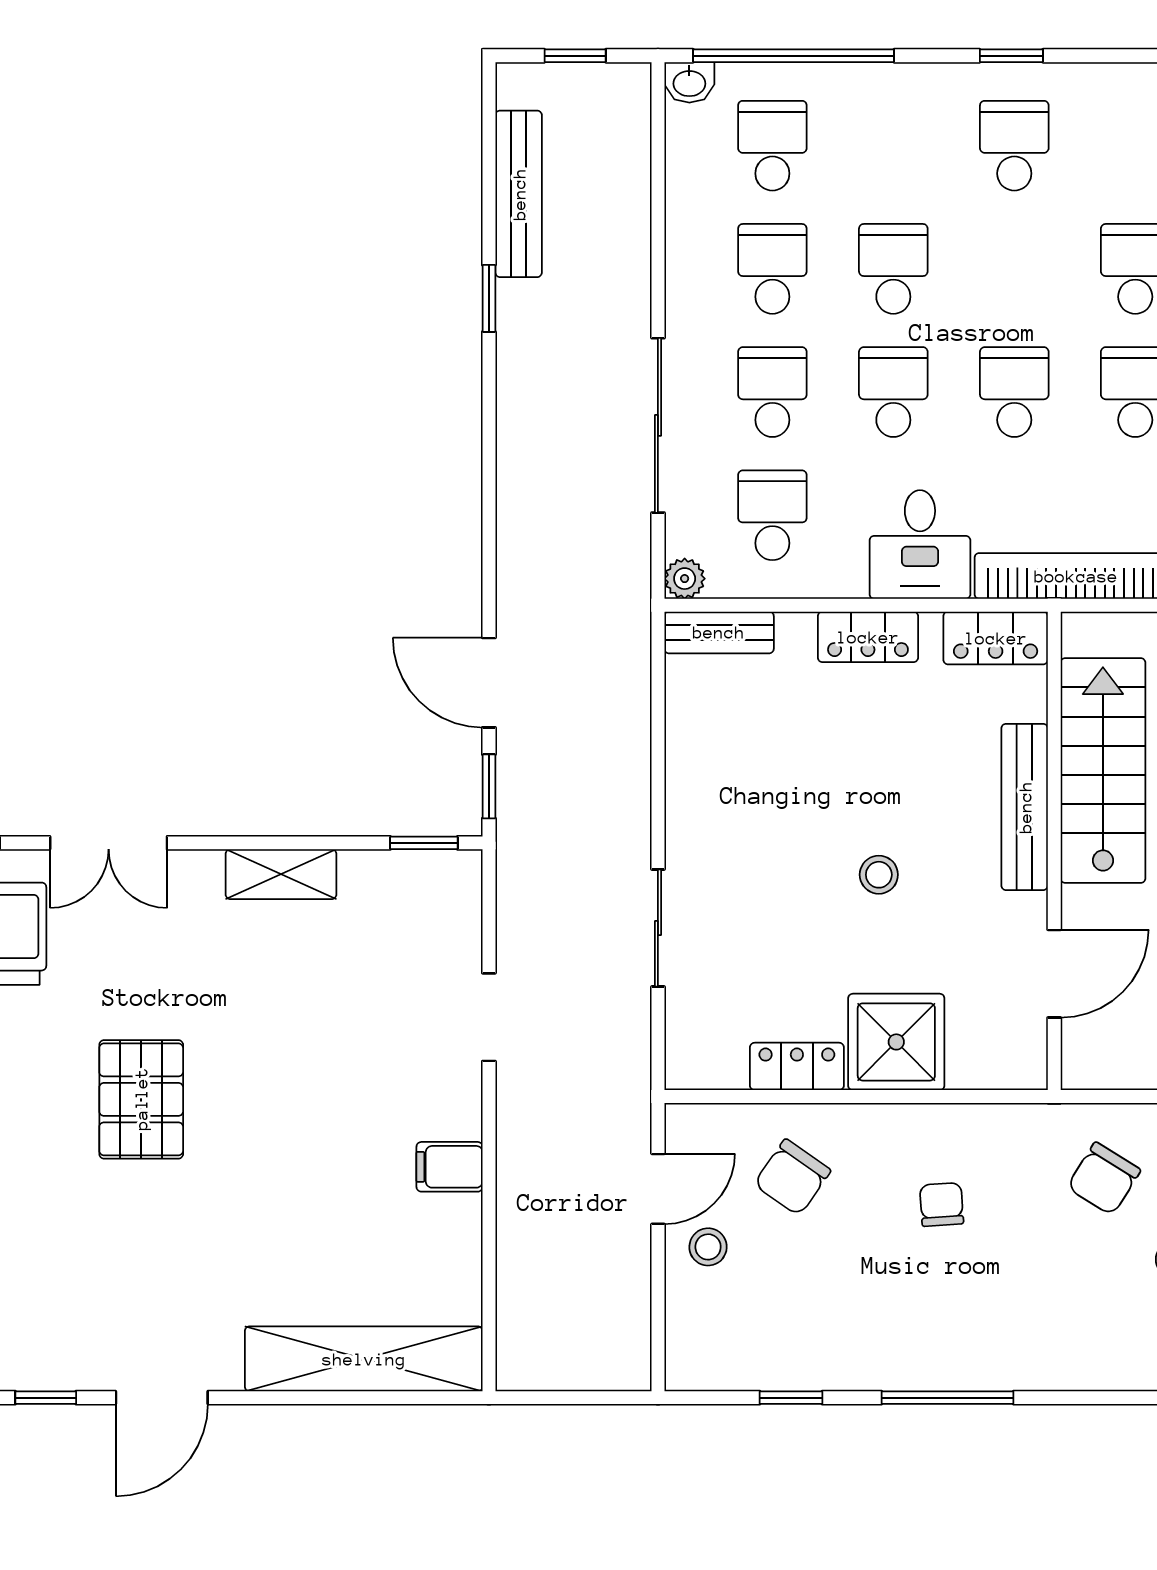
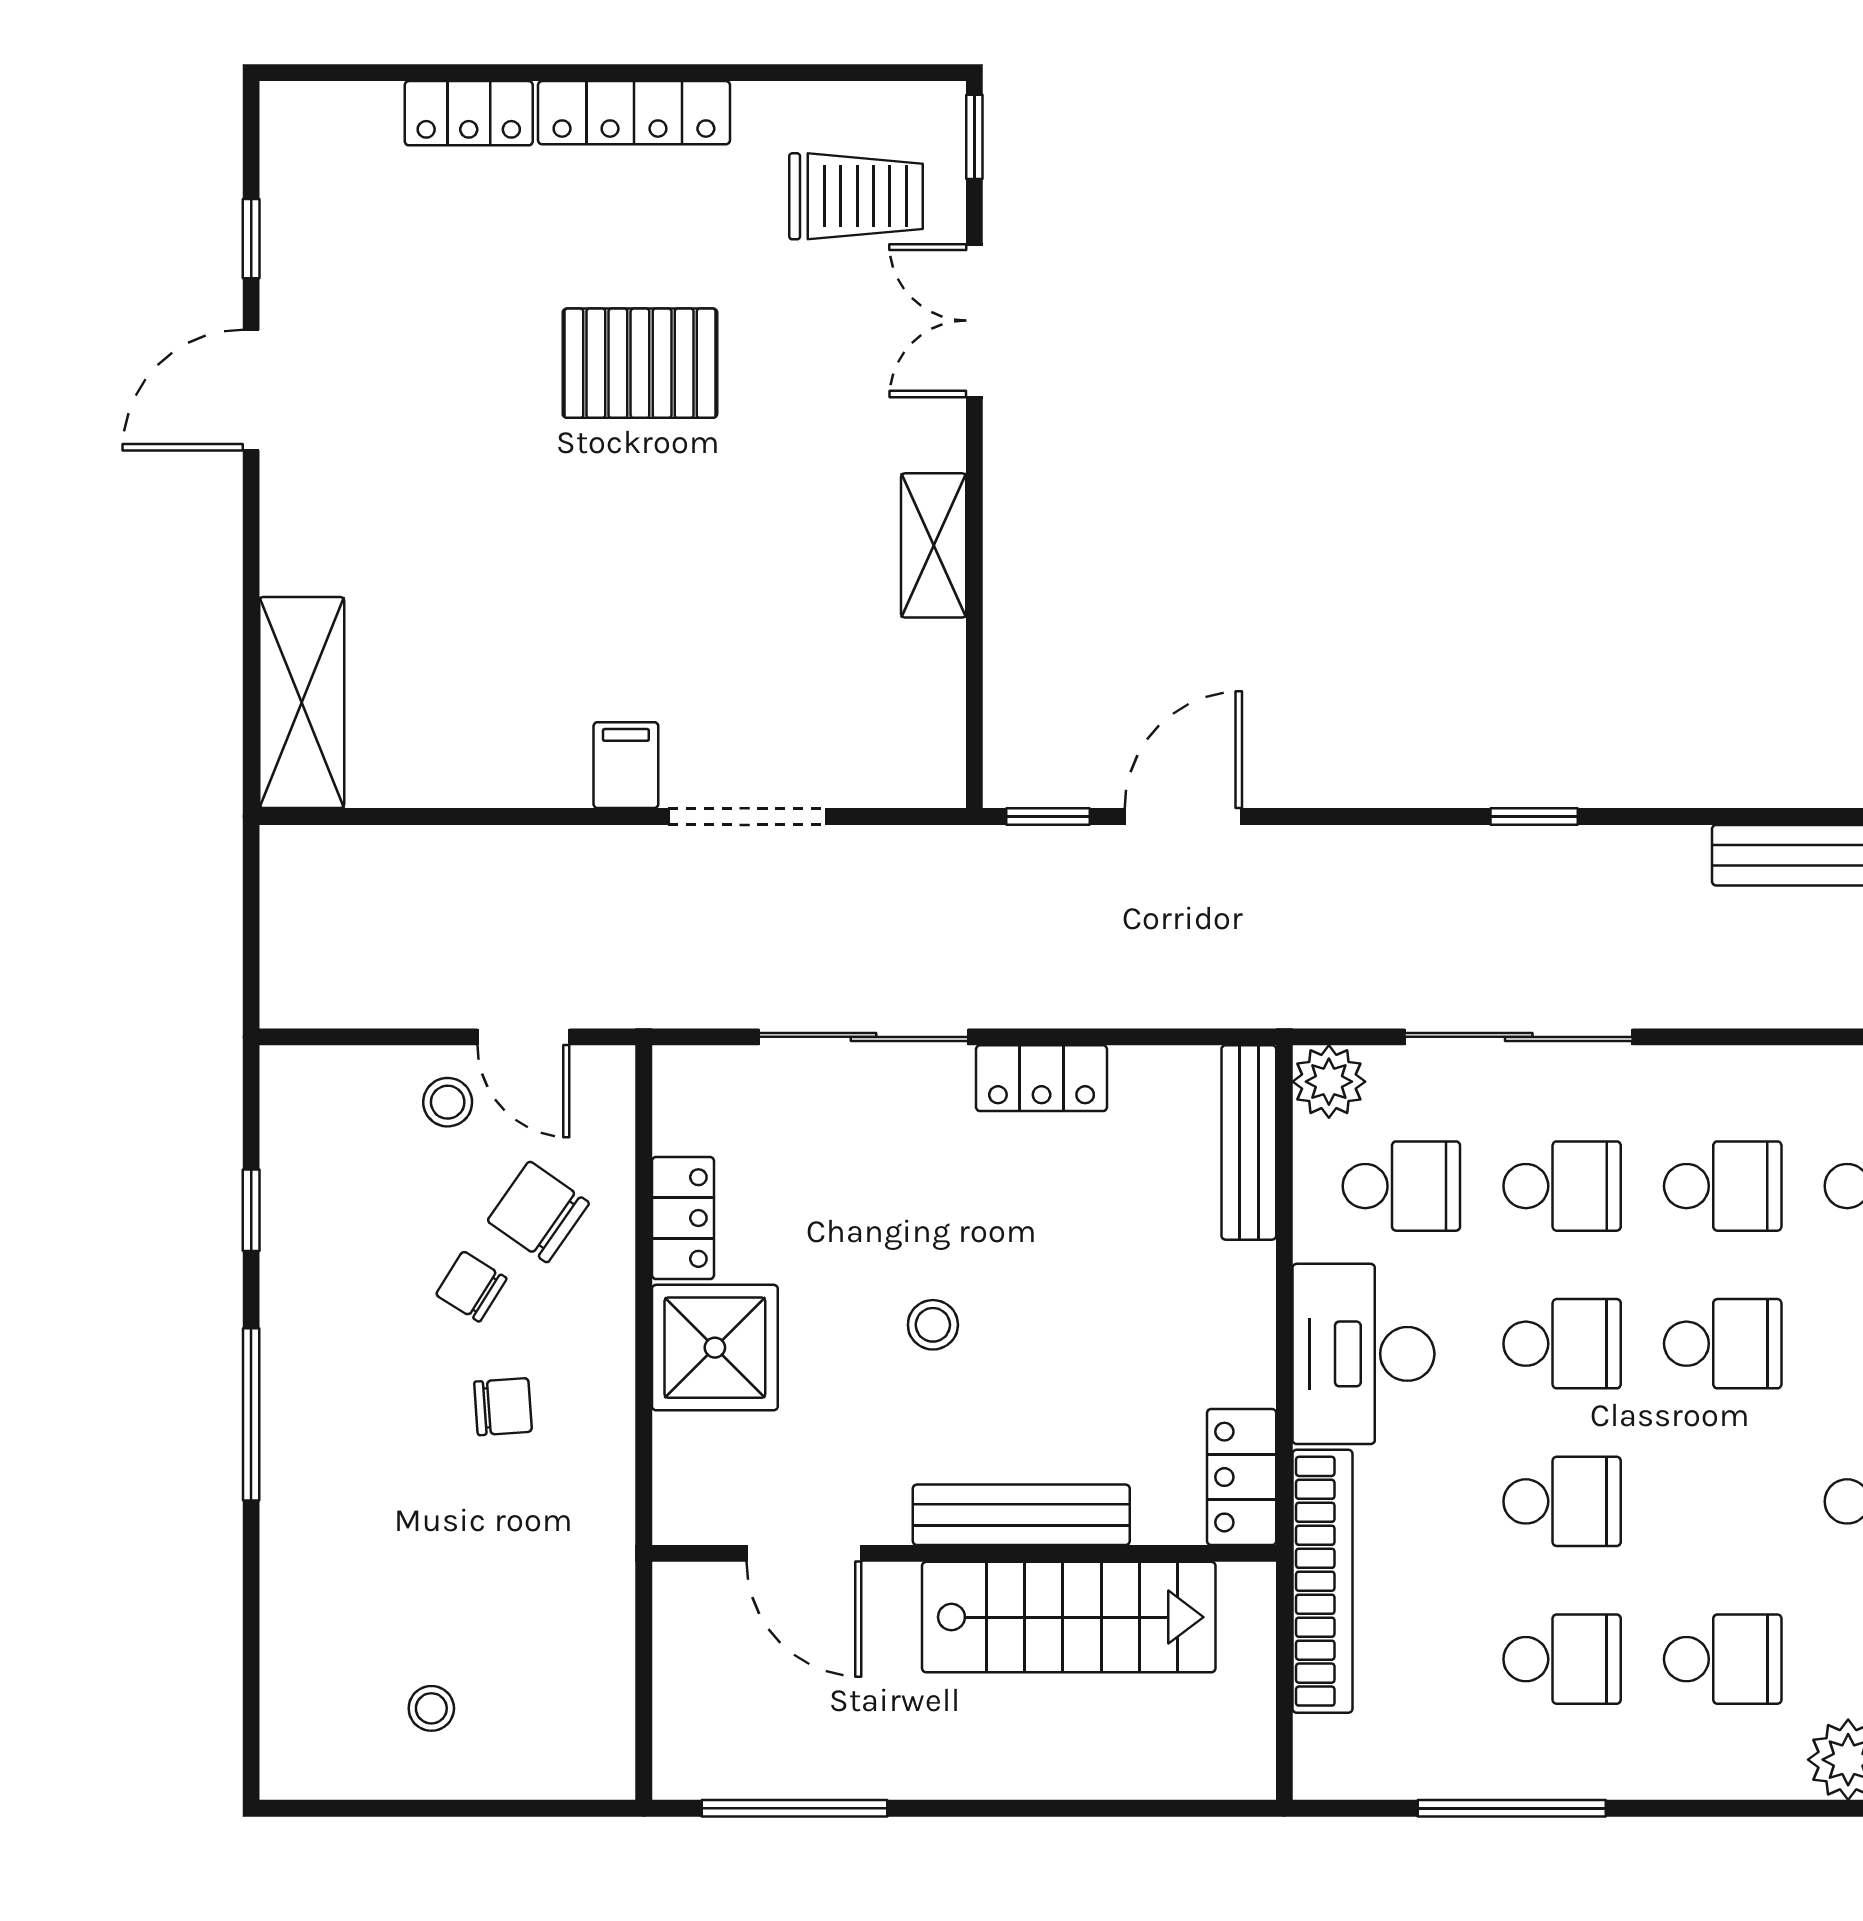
window: (489, 298) -> (1534, 817), moved
desk: (920, 544) -> (1363, 1354), width x1.37
plant: (685, 579) -> (1329, 1082), width x1.38, depth x1.38
bench: (719, 632) -> (1249, 1142), width x1.36
locker: (868, 637) -> (1042, 1078), moved, turned -90
window: (424, 843) -> (974, 732), removed
sliding door: (658, 928) -> (863, 1037), width x1.37
doorway: (489, 1017) -> (747, 817), width x1.38
filing cabinet: (450, 1167) -> (626, 765), moved
chair: (1104, 1179) -> (471, 1286), moved, width x0.73, depth x0.73
shelving: (364, 1359) -> (302, 703), width x0.68
door: (162, 1398) -> (251, 390), hinge flipped

